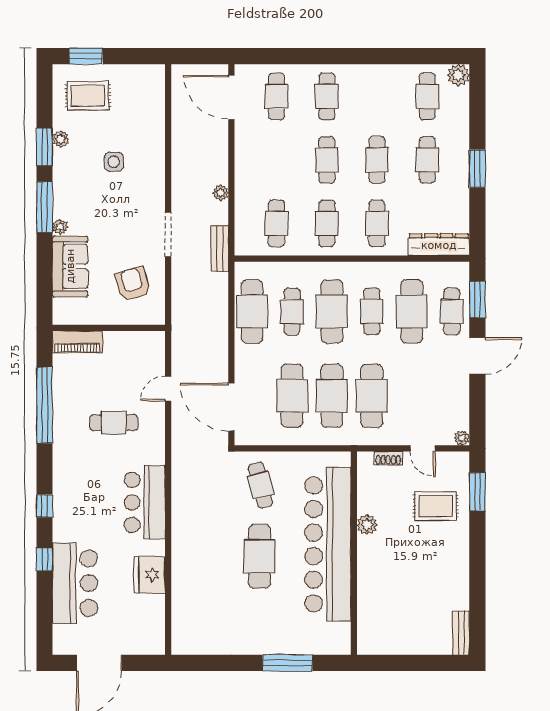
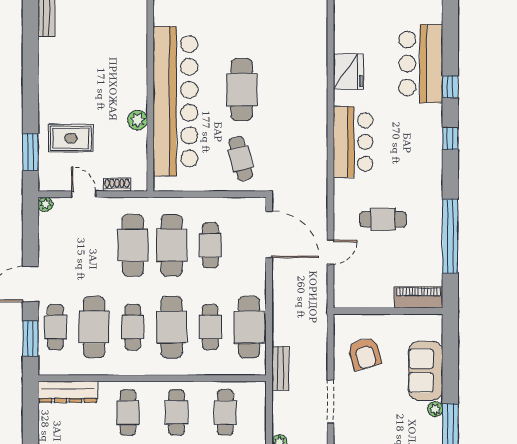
bench: (220, 248) -> (280, 368), moved
cafe table: (292, 396) -> (210, 245), width x0.73, depth x0.74

